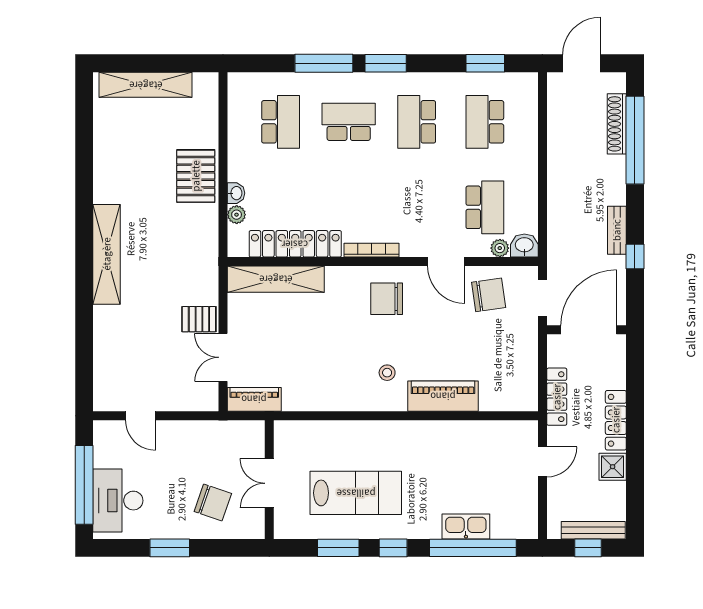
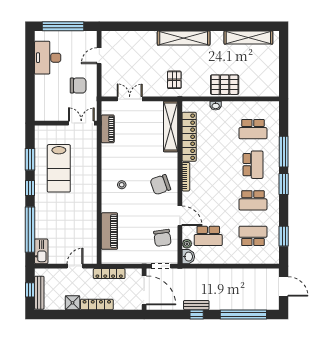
shelving: (146, 85) -> (248, 38), moved, turned 90
school desk: (417, 122) -> (253, 200), turned 180
shoe rack: (617, 124) -> (252, 305), removed
plant: (237, 215) -> (204, 106), removed
window: (635, 257) -> (197, 314), moved
door: (446, 262) -> (180, 216), swing flipped
chair: (387, 299) -> (160, 185), turned -109
pallet: (199, 319) -> (174, 80), moved
piano: (443, 396) -> (109, 231), moved
piano: (254, 399) -> (108, 129), moved
door: (542, 462) -> (75, 266), swing flipped
double door: (269, 483) -> (81, 123), moved
desk: (118, 501) -> (48, 58), moved, turned -90
chair: (213, 503) -> (78, 85), moved, turned -109
kitchen sink: (466, 527) -> (41, 251), moved
window: (170, 548) -> (30, 71), removed

